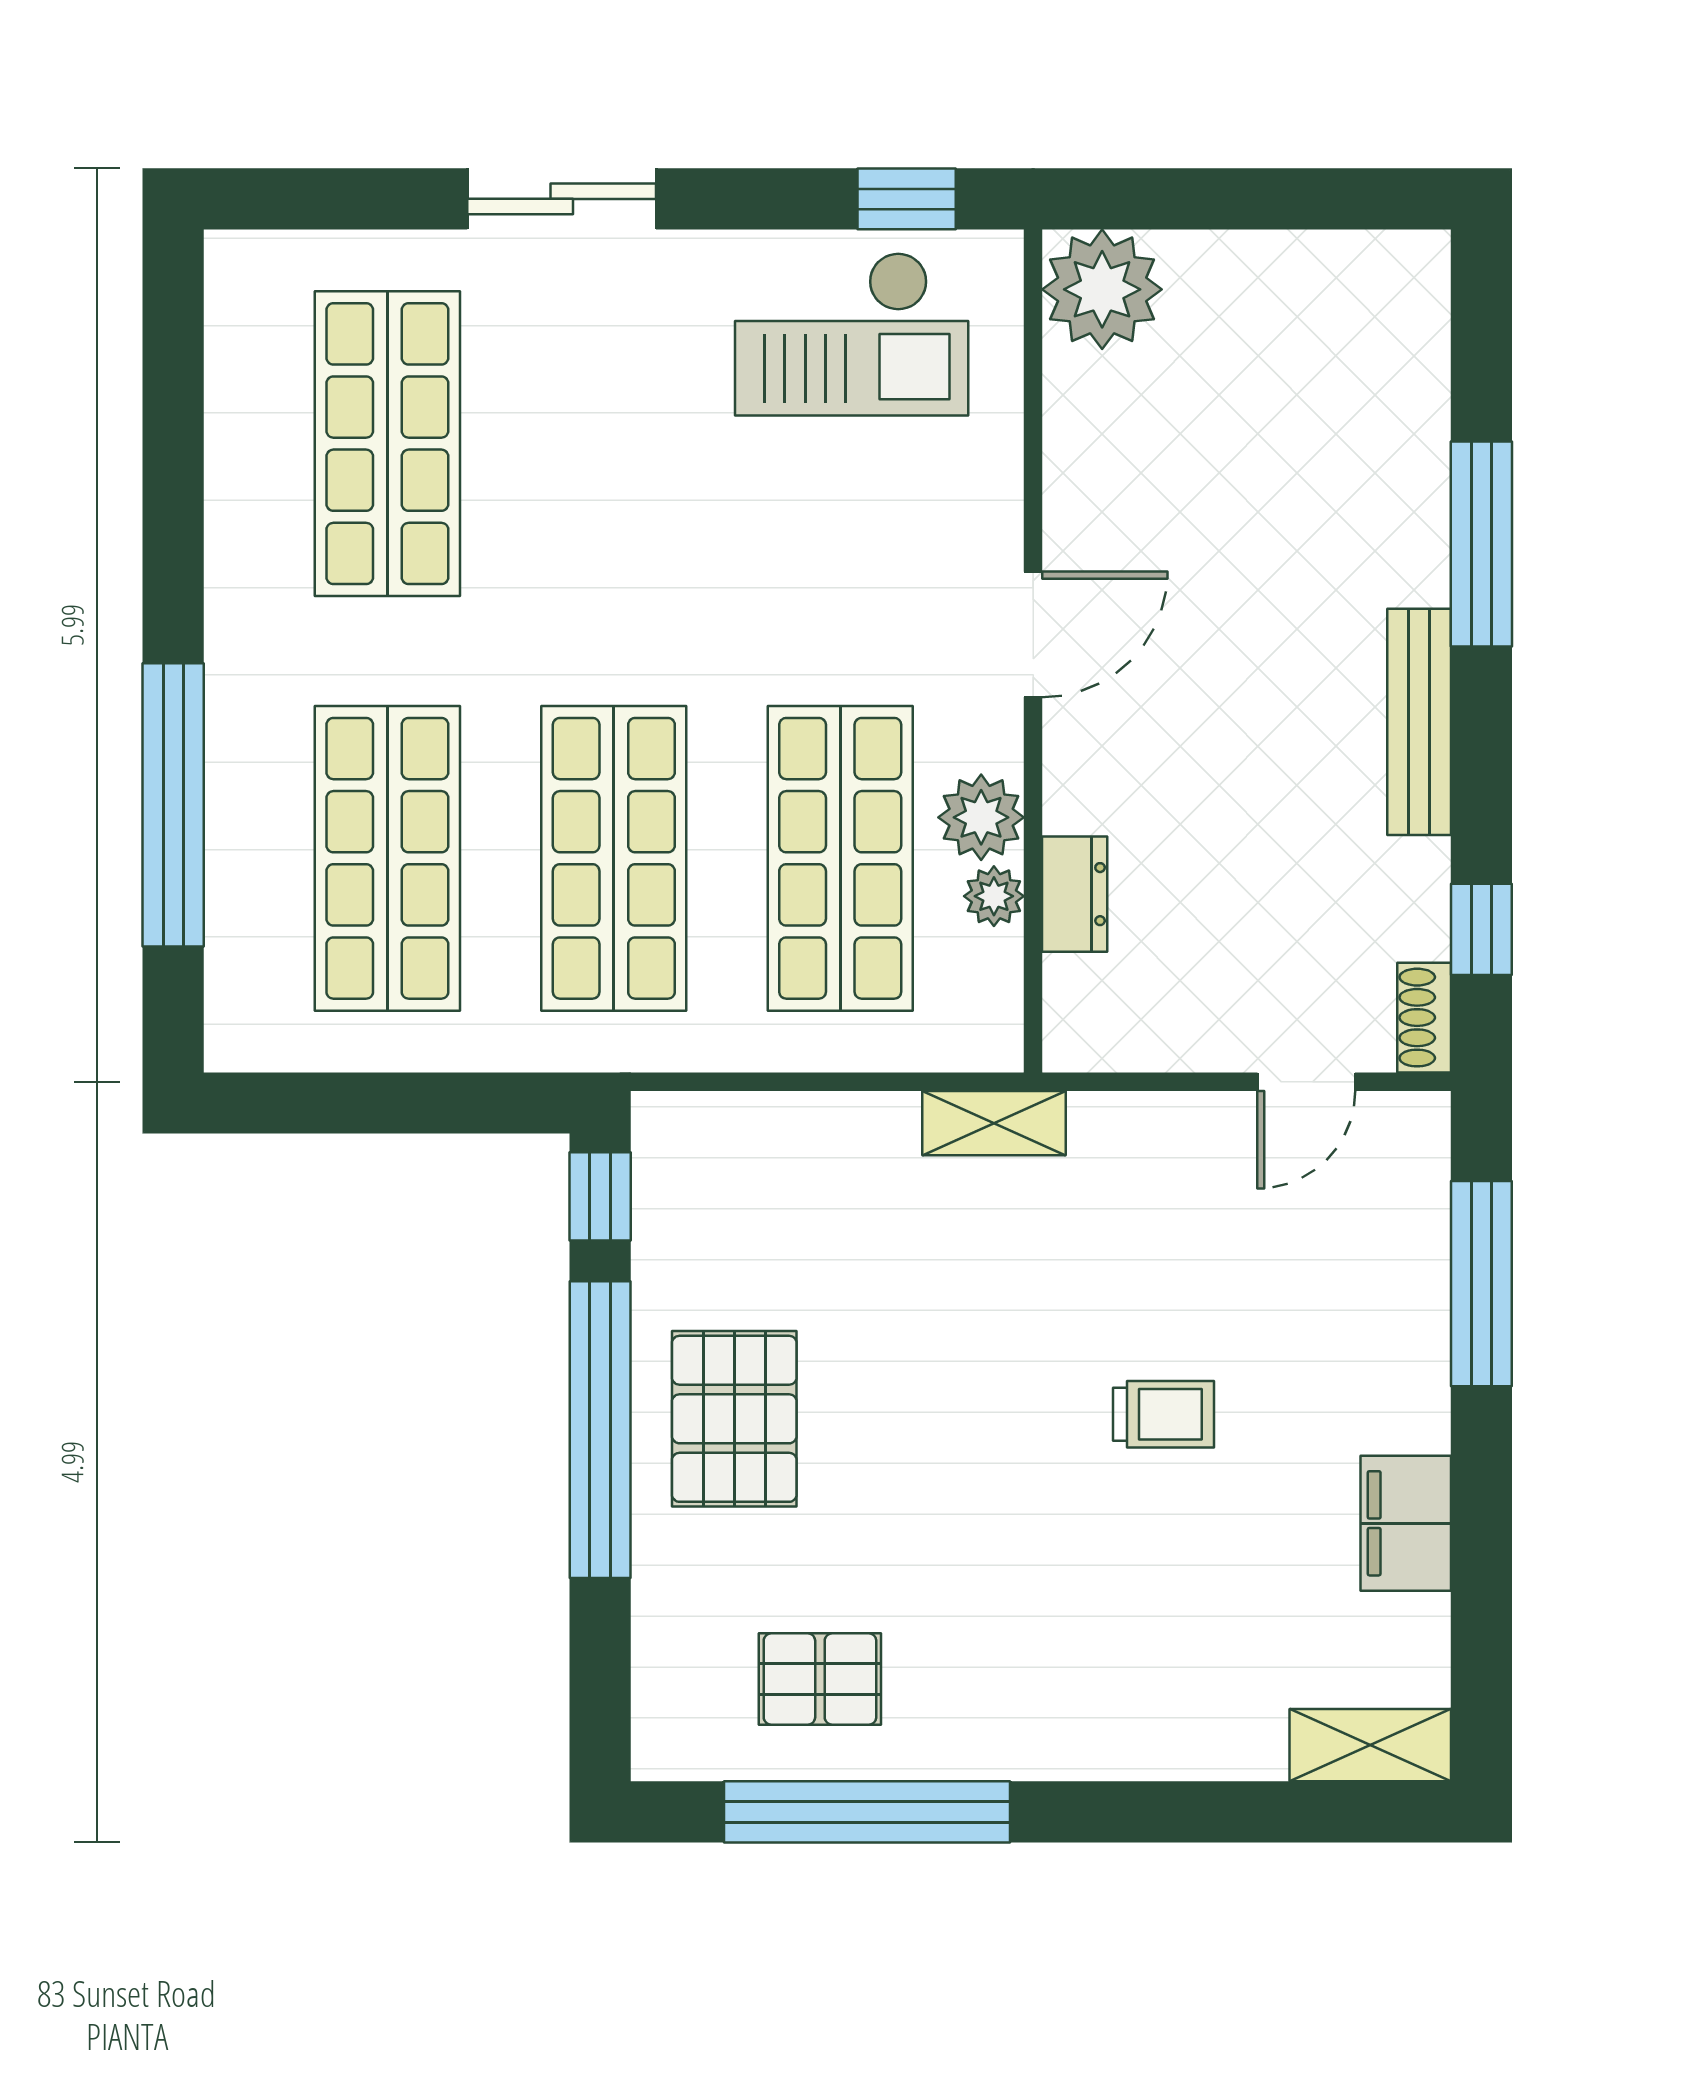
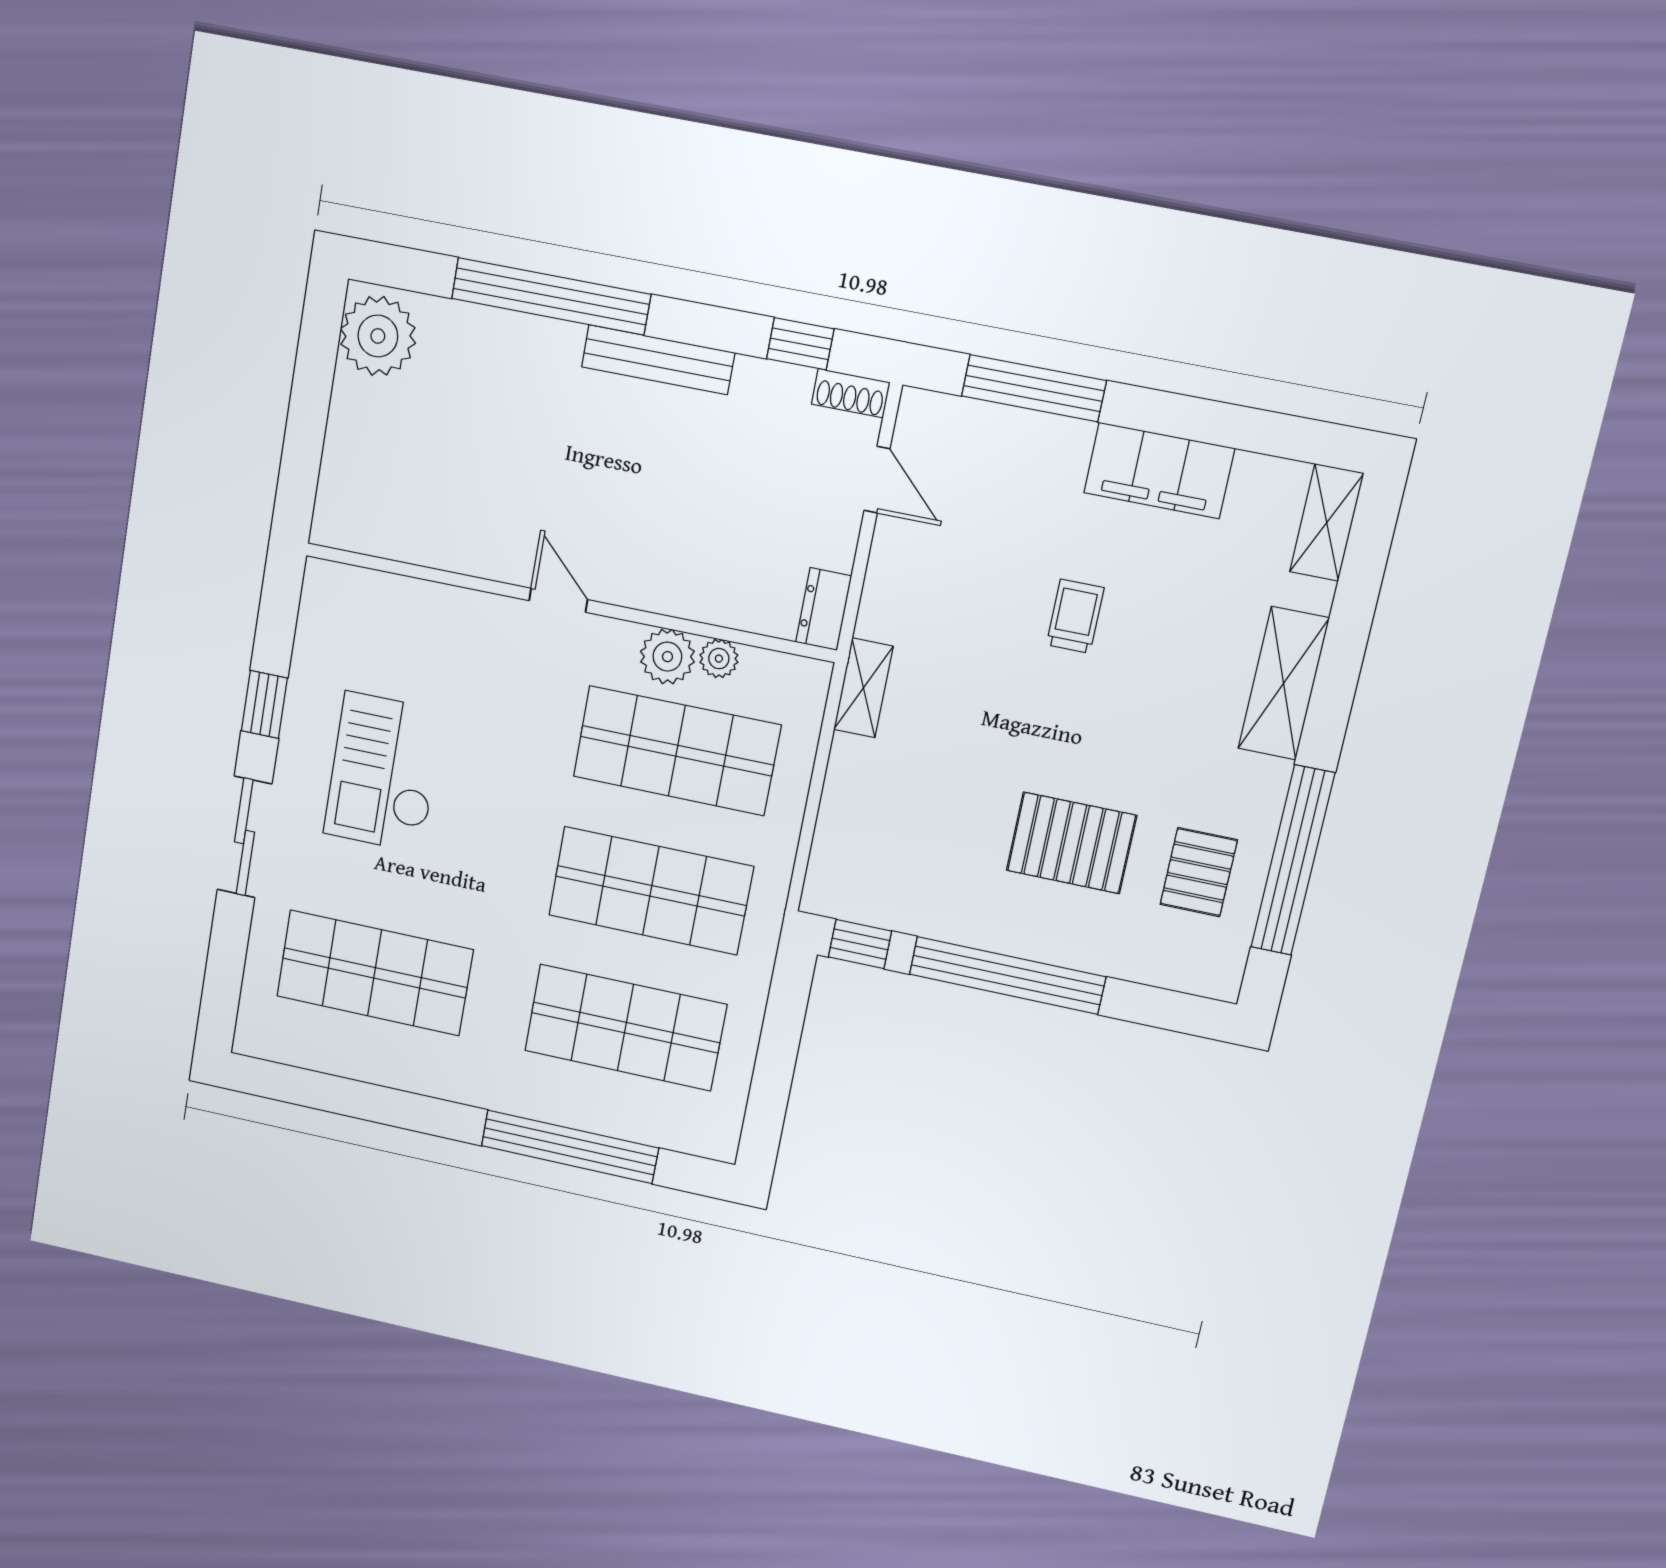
window: (907, 199) -> (264, 704), moved
plant: (1102, 289) -> (378, 336), moved
checkout: (852, 334) -> (384, 772), moved, turned 180
window: (1481, 544) -> (551, 296), width x1.46
door: (1033, 634) -> (558, 600), width x0.73
dresser: (1075, 894) -> (824, 609), moved, turned -90
pallet: (734, 1419) -> (1071, 843), moved
filing cabinet: (1406, 1523) -> (1159, 471), width x1.50, depth x1.17
shelving: (1126, 1738) -> (1284, 683), added

